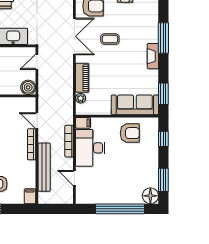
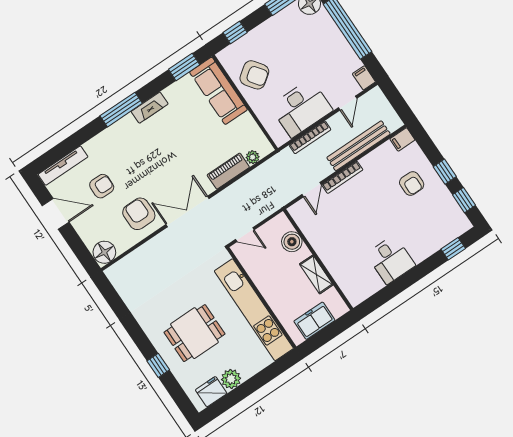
coffee table: (110, 39) -> (163, 169), removed
boiler: (28, 87) -> (292, 242), moved
filing cabinet: (83, 123) -> (364, 78), moved
armchair: (130, 133) -> (254, 75), turned 144

